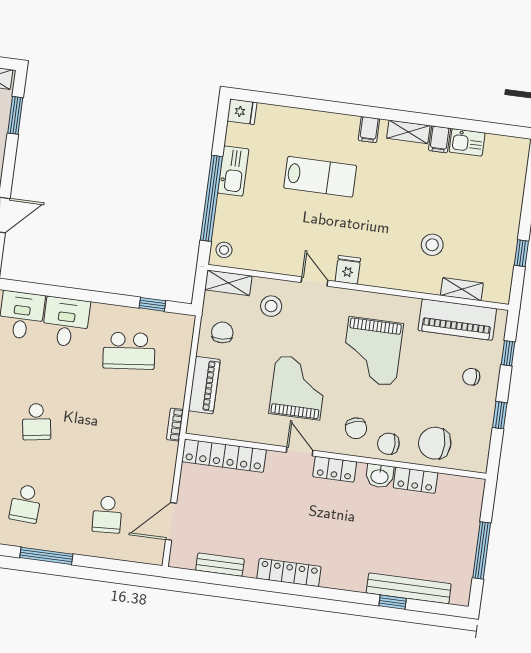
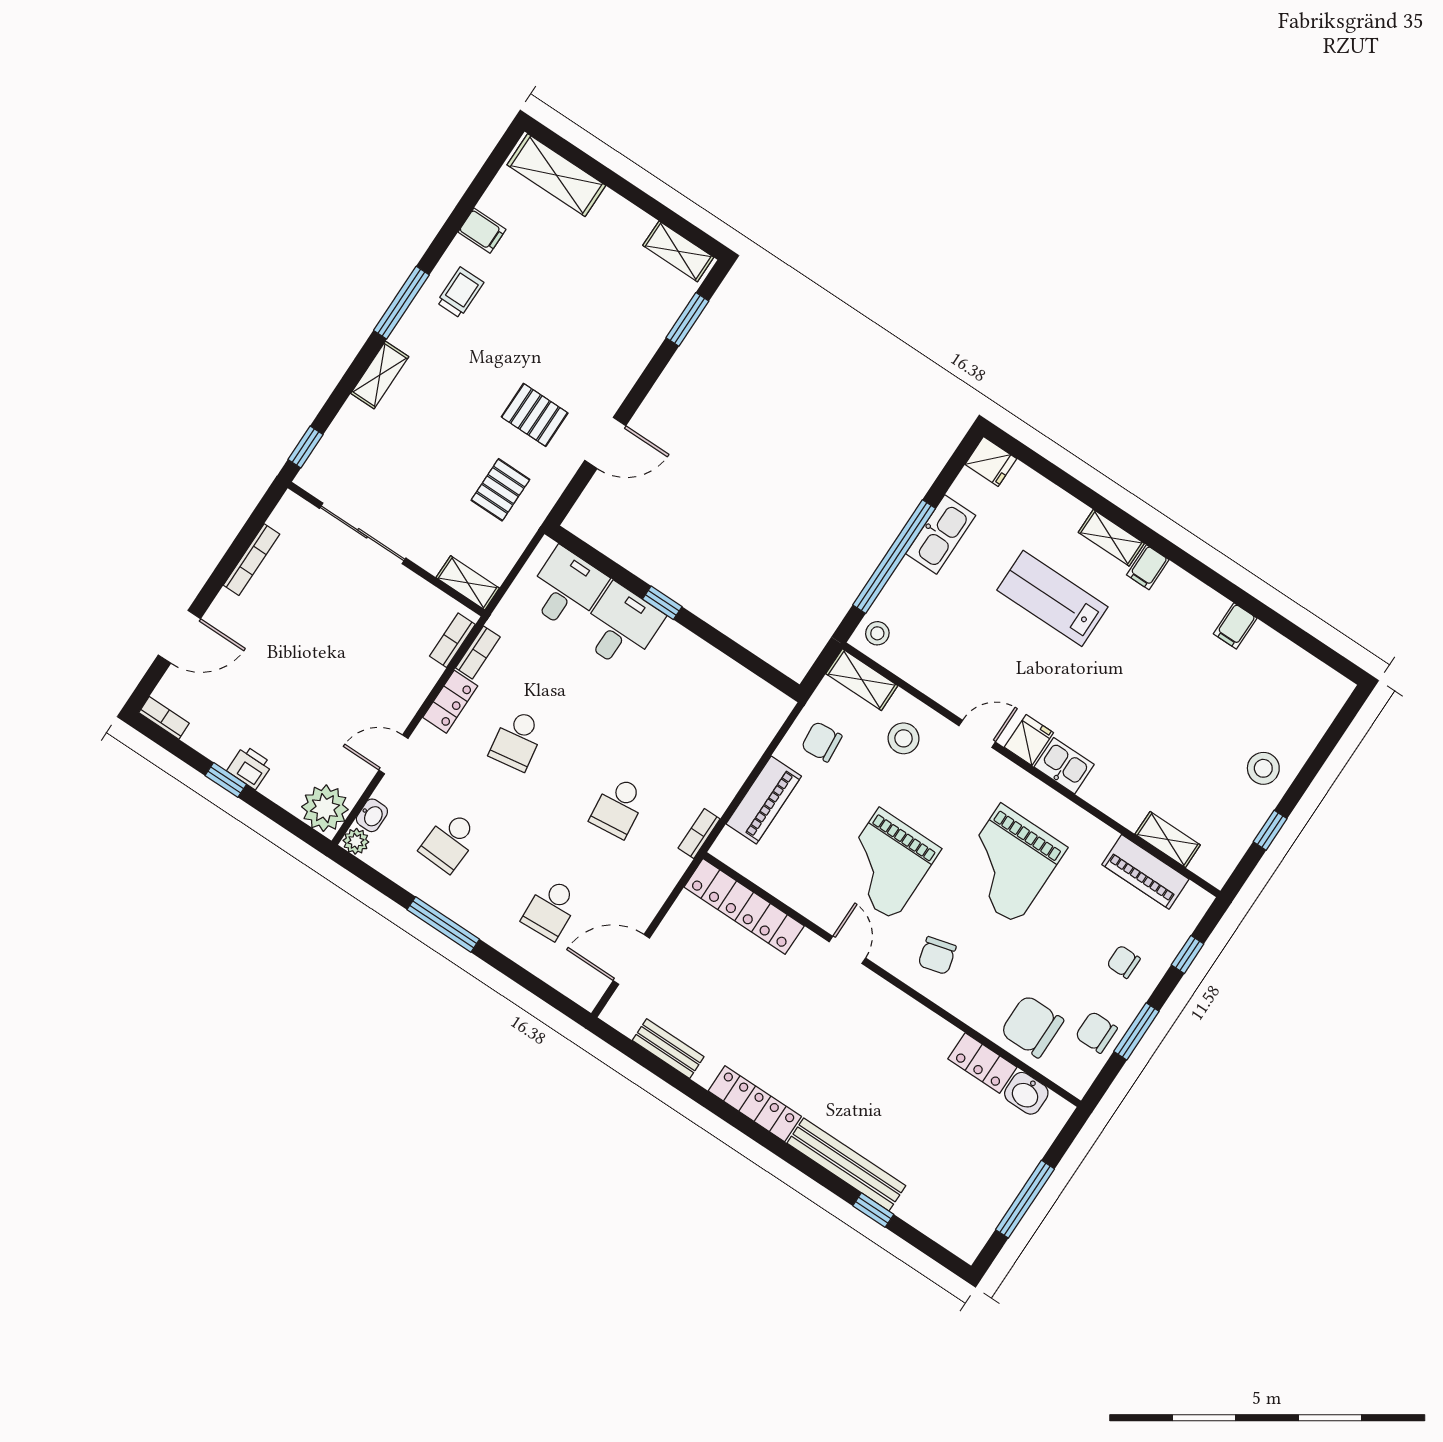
shelving: (408, 132) -> (1111, 538), moved
kitchen sink: (467, 142) -> (1064, 766), moved, turned 180
lab bench: (320, 177) -> (1052, 598), turned 180
stool: (432, 245) -> (1263, 768), moved
door: (315, 281) -> (977, 734), hinge flipped
window: (152, 304) -> (662, 603), moved
piano: (457, 320) -> (1145, 872), width x0.73, depth x0.75
chair: (222, 332) -> (822, 742), turned -91
school desk: (129, 351) -> (618, 807), moved, width x0.54
grand piano: (298, 388) -> (886, 864), turned 180
window: (500, 415) -> (1136, 1031), width x1.50
chair: (388, 444) -> (1096, 1032), moved
locker: (335, 469) -> (882, 996), removed
washbasin: (380, 476) -> (1026, 1093), moved
bench: (409, 588) -> (846, 1164), moved

